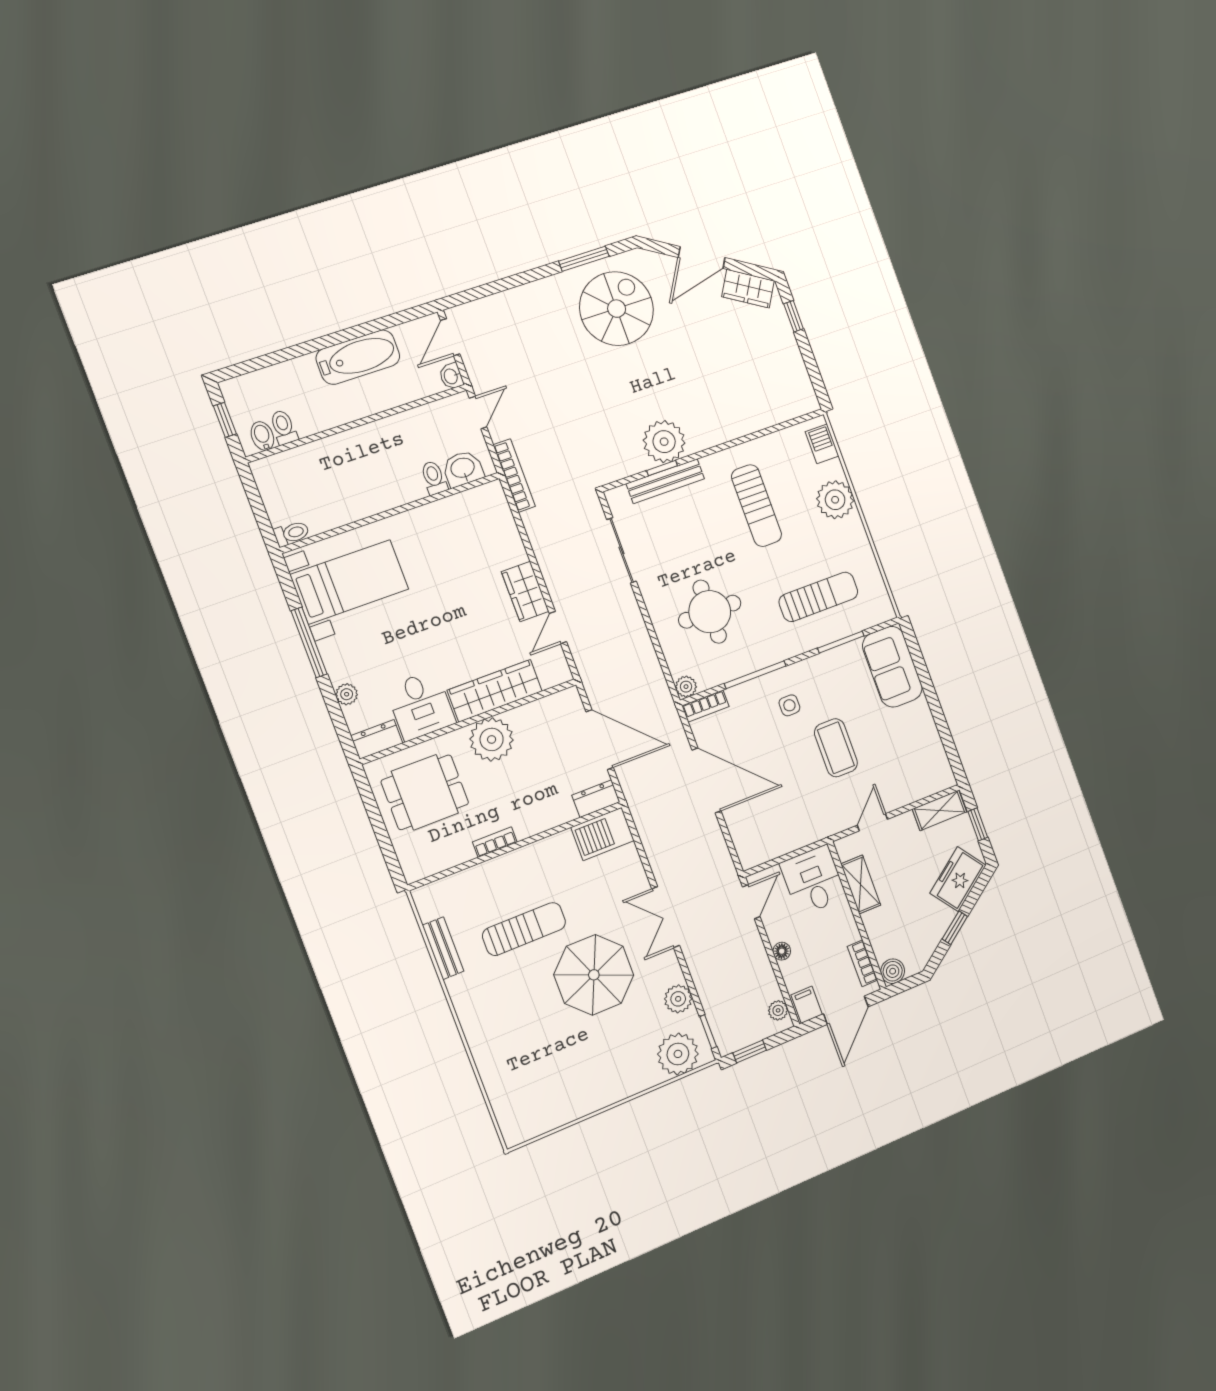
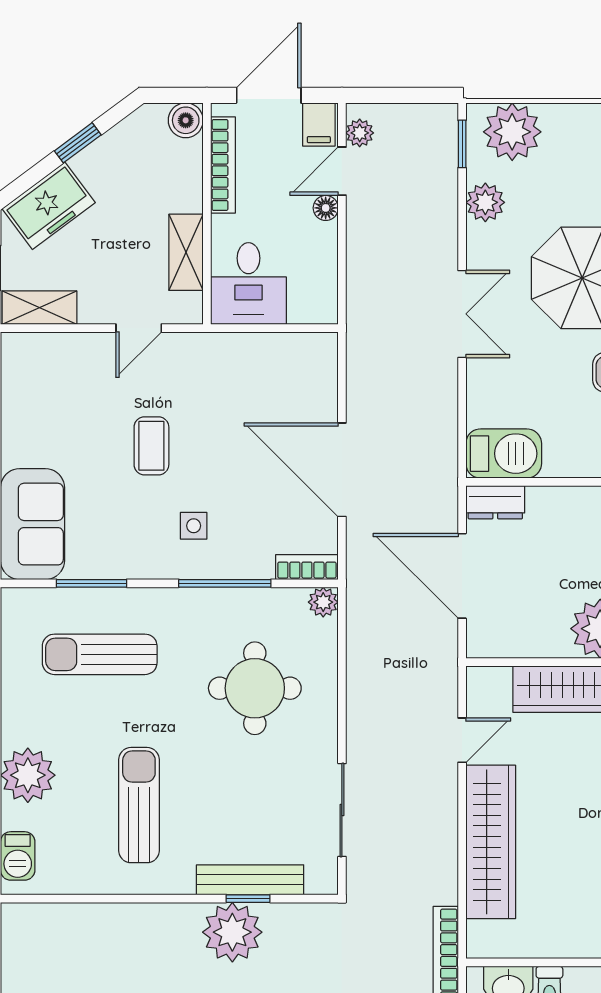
wardrobe: (525, 592) -> (491, 842), width x2.10, depth x1.17
coffee table: (836, 748) -> (151, 446), width x0.73, depth x0.77
door: (751, 902) -> (342, 171), moved
bookcase: (862, 963) -> (223, 165), width x1.56
window: (750, 1052) -> (417, 95), removed

